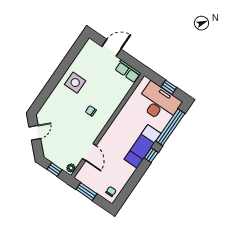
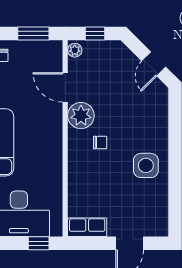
window: (169, 87) -> (39, 243), moved
plant: (91, 132) -> (81, 116), added

